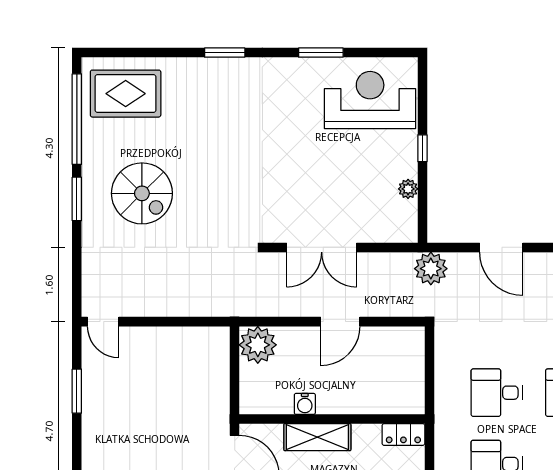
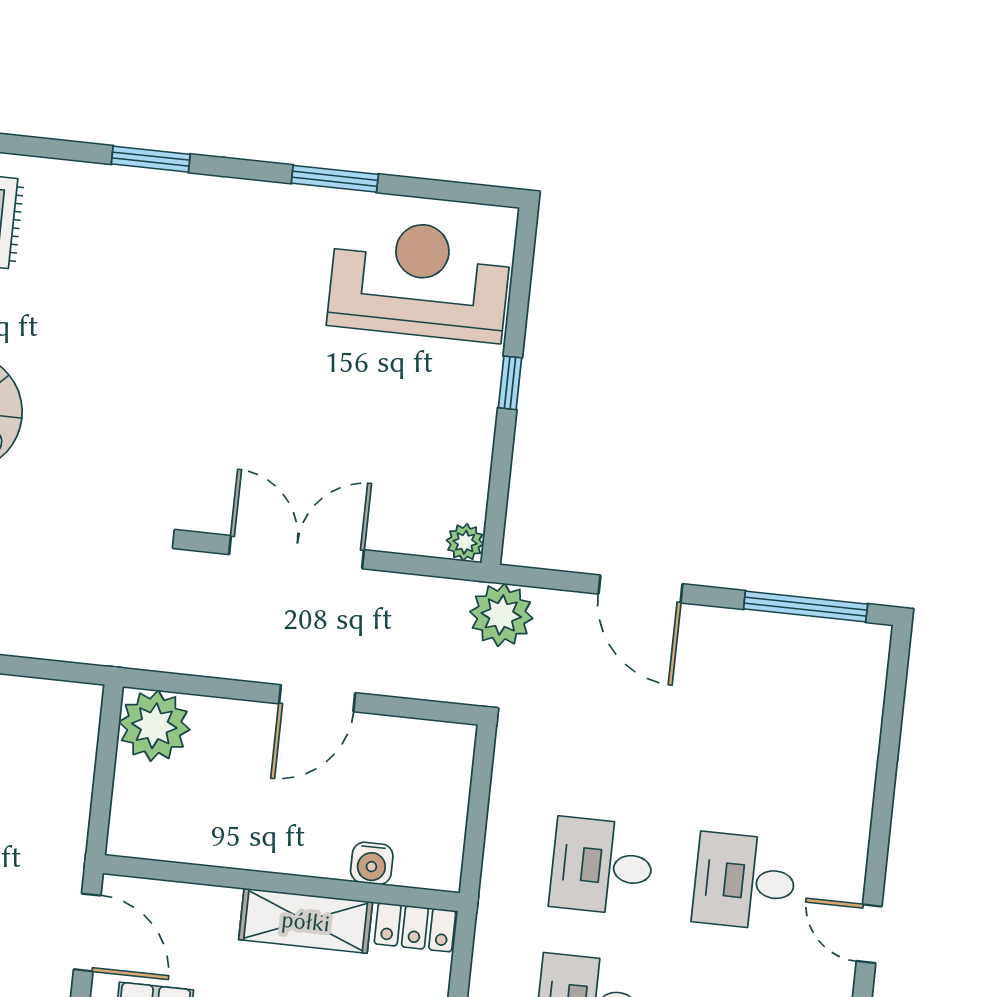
plant: (408, 189) -> (465, 542), moved
double door: (322, 247) -> (297, 552), swing flipped
water cooler: (305, 404) -> (372, 863), moved
shelving: (317, 437) -> (306, 921), moved

